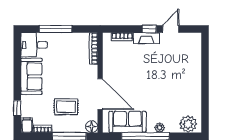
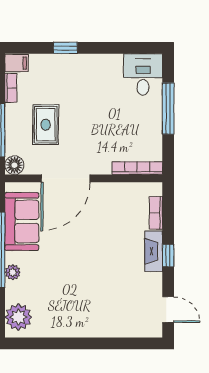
door: (171, 29) -> (168, 310), moved
sofa: (31, 76) -> (93, 70), removed
window: (17, 108) -> (65, 48), moved

